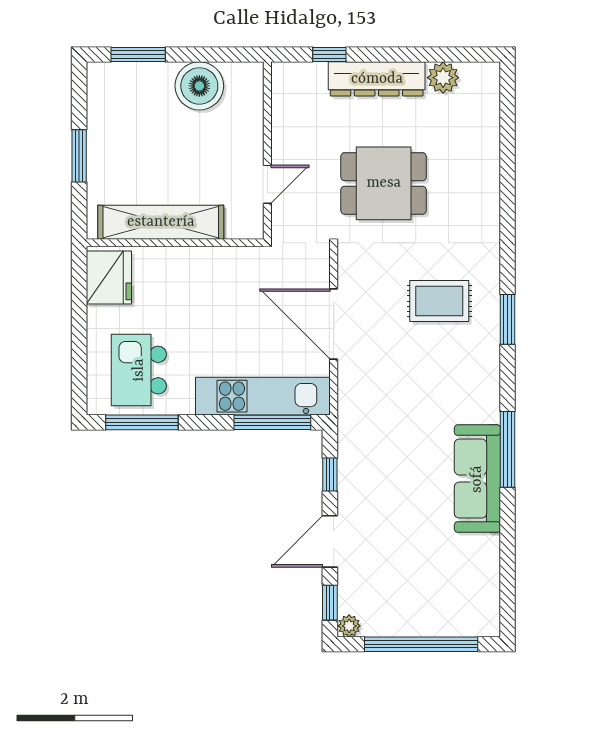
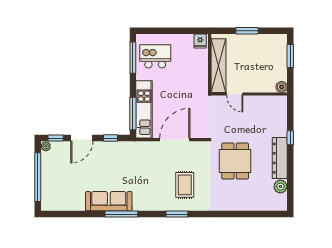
boiler: (199, 86) -> (282, 87), width x0.54, depth x0.54
wall: (267, 151) -> (249, 94), moved
door: (267, 184) -> (235, 94), moved
fridge: (109, 278) -> (200, 41), width x0.53, depth x0.75
door: (330, 541) -> (82, 138), swing flipped

